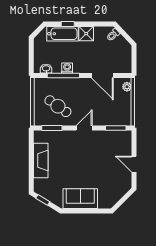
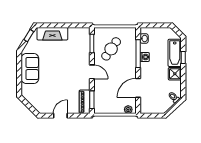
piano: (118, 136) -> (85, 102), added
fireplace: (41, 160) -> (52, 34), moved

